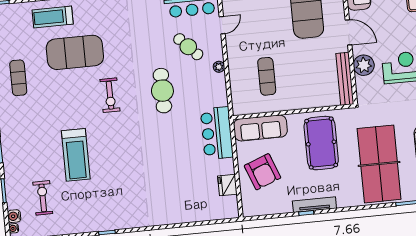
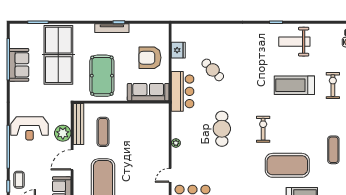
door: (348, 32) -> (72, 160), hinge flipped
cafe table: (188, 47) -> (213, 70), moved
exercise mat: (267, 76) -> (103, 132), moved
treadmill: (76, 155) -> (294, 85), turned -90
armchair: (263, 172) -> (150, 58), turned -69
exercise bike: (43, 198) -> (333, 86), moved, turned 180
weight bench: (81, 210) -> (294, 42), added

